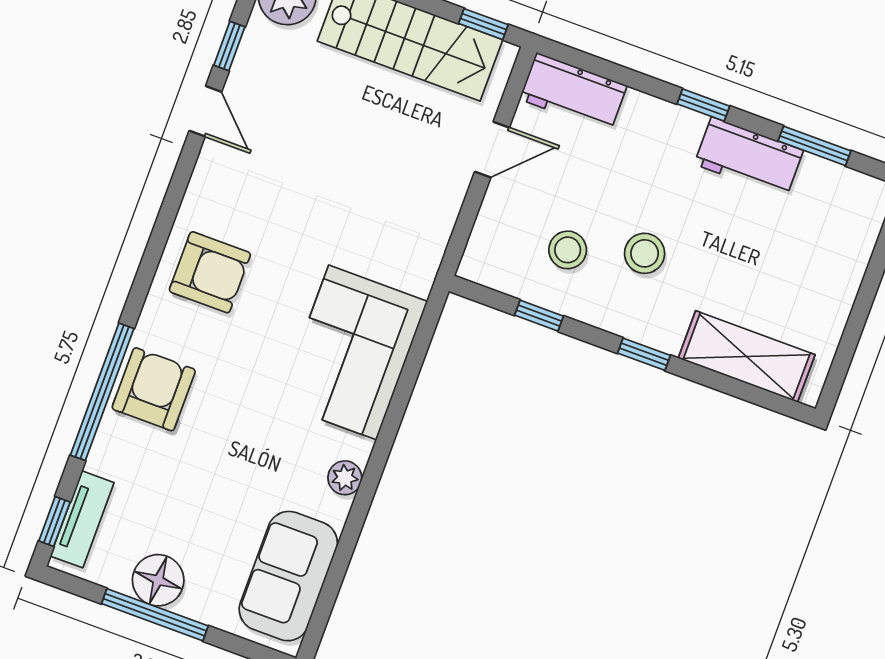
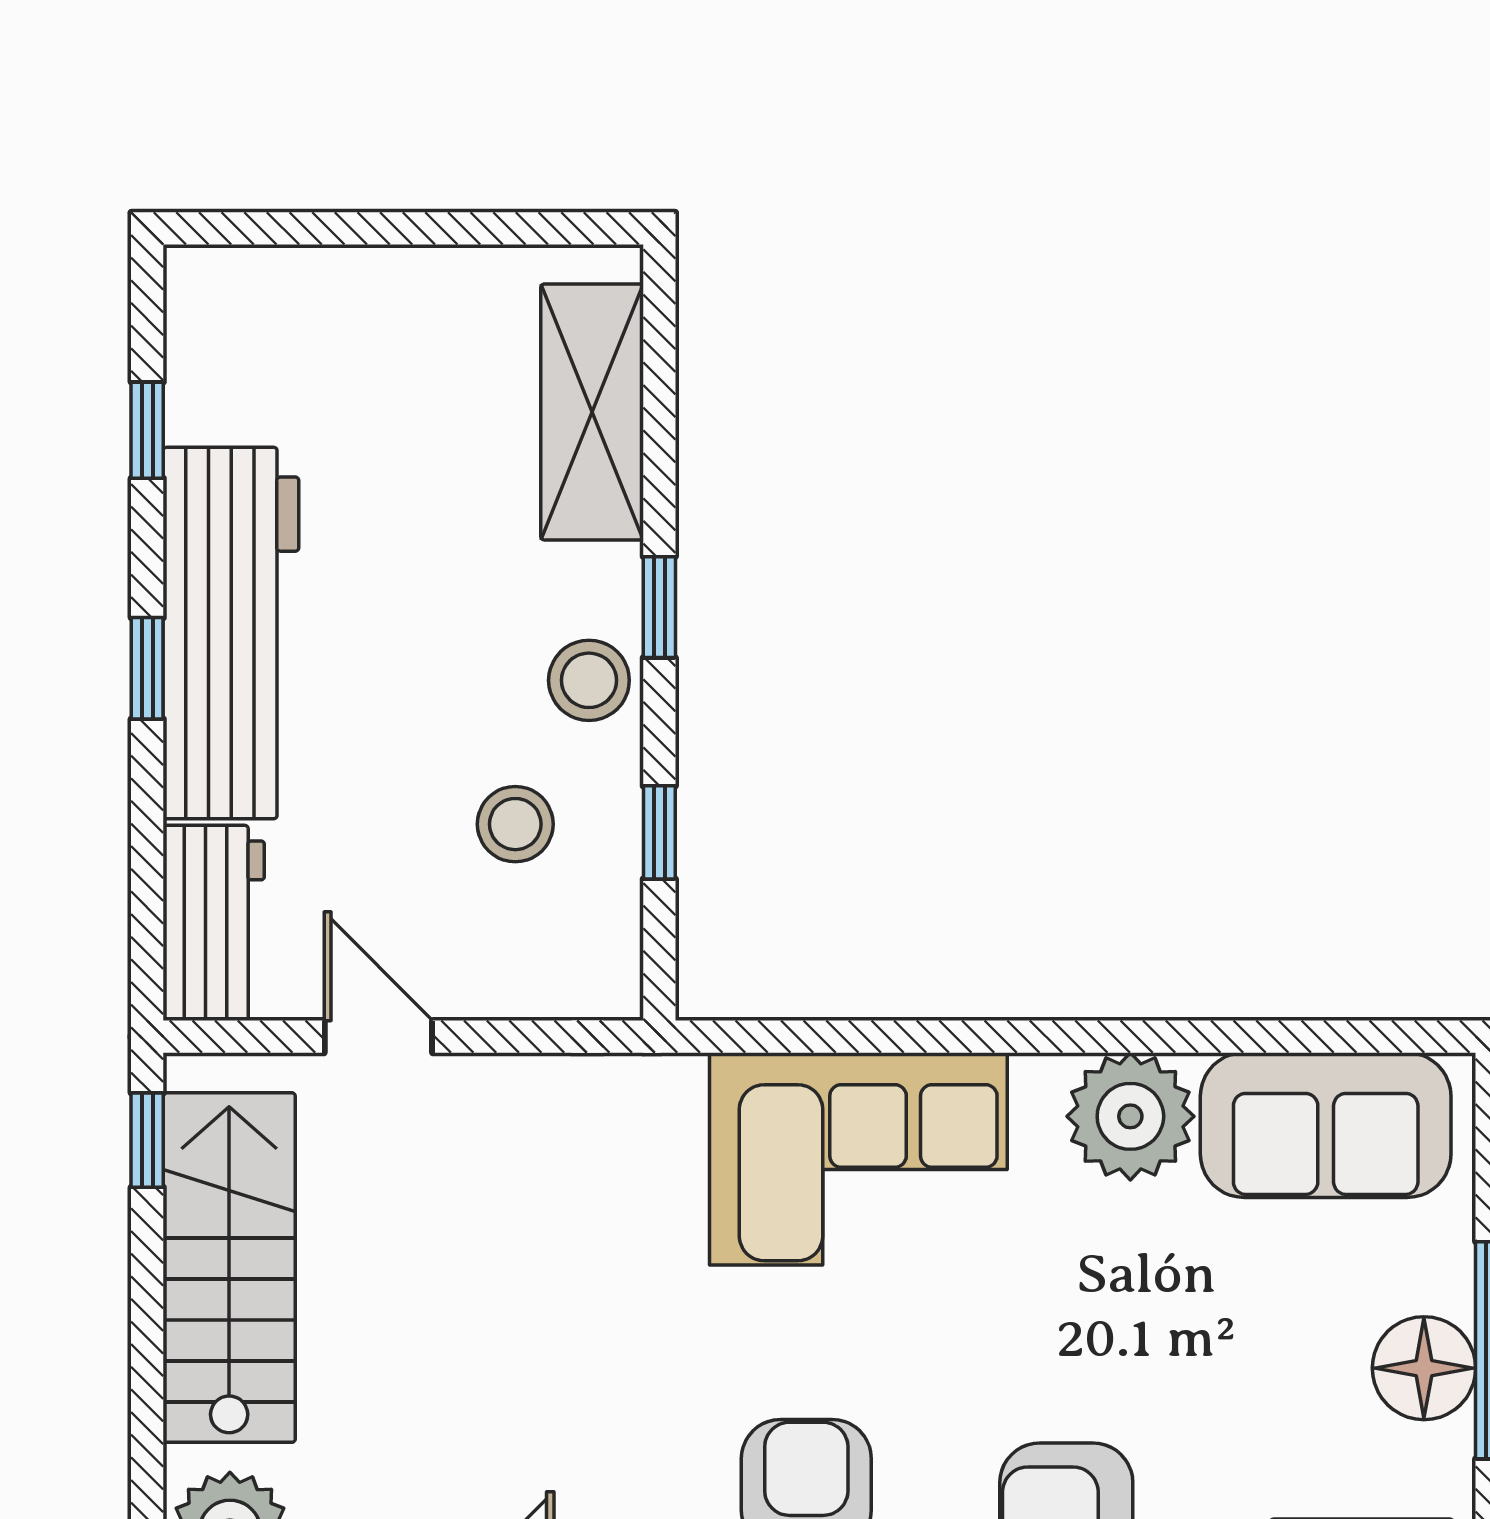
window: (814, 146) -> (147, 430), width x0.67
workbench: (749, 157) -> (231, 633), width x1.88, depth x1.32
stool: (645, 253) -> (589, 680), moved
plant: (345, 478) -> (1130, 1116), width x1.87, depth x1.87

